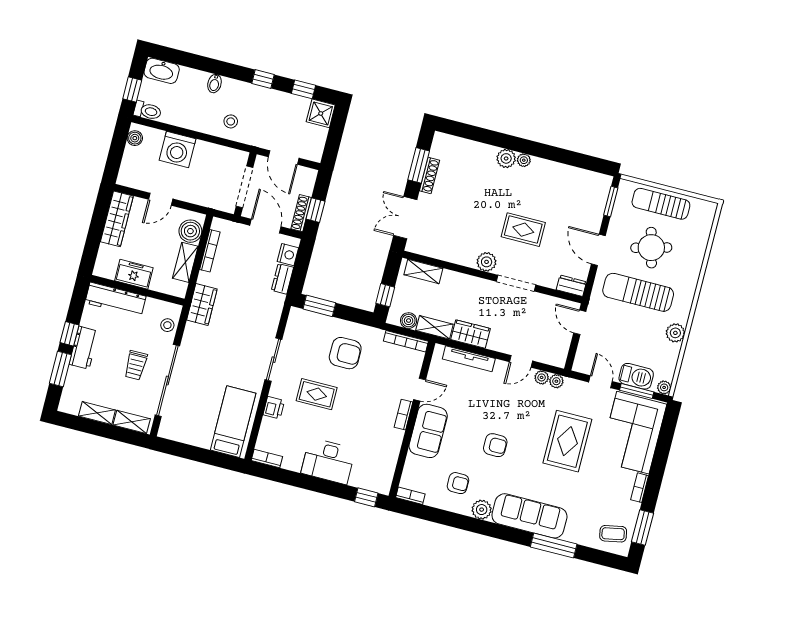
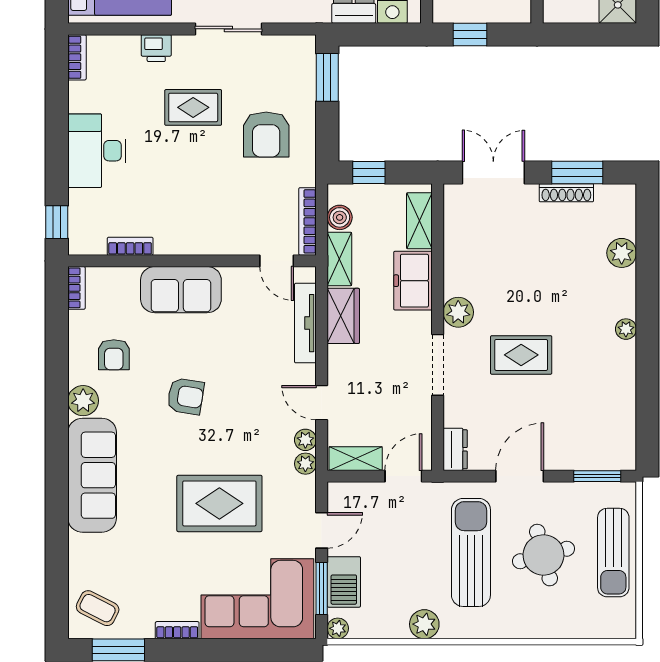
plant: (506, 158) -> (622, 253), moved
sun lounger: (661, 204) -> (613, 553), turned 180
shoe rack: (301, 213) -> (460, 14), removed
rug: (523, 230) -> (521, 355), turned 90
freezer: (460, 285) -> (413, 281), added
shelving: (561, 349) -> (356, 459), added
door: (420, 390) -> (277, 261), moved
rug: (317, 394) -> (193, 107), turned 90
bookcase: (404, 415) -> (130, 246), moved
armchair: (495, 445) -> (185, 396), turned -81
coffee table: (613, 534) -> (98, 608), turned -52
window: (554, 546) -> (57, 523), removed

